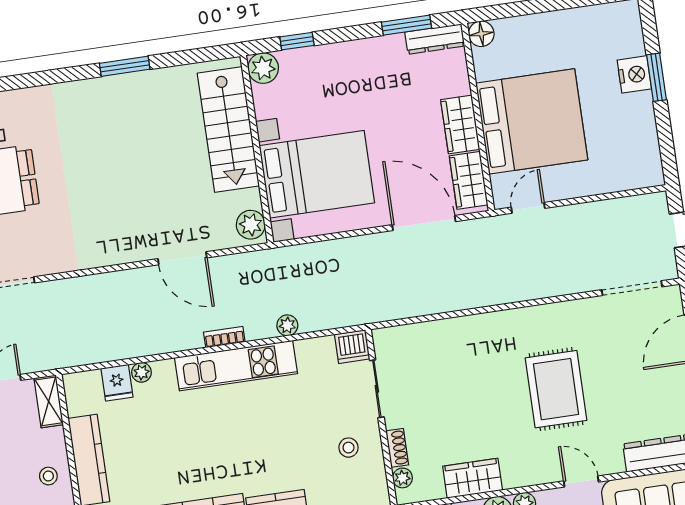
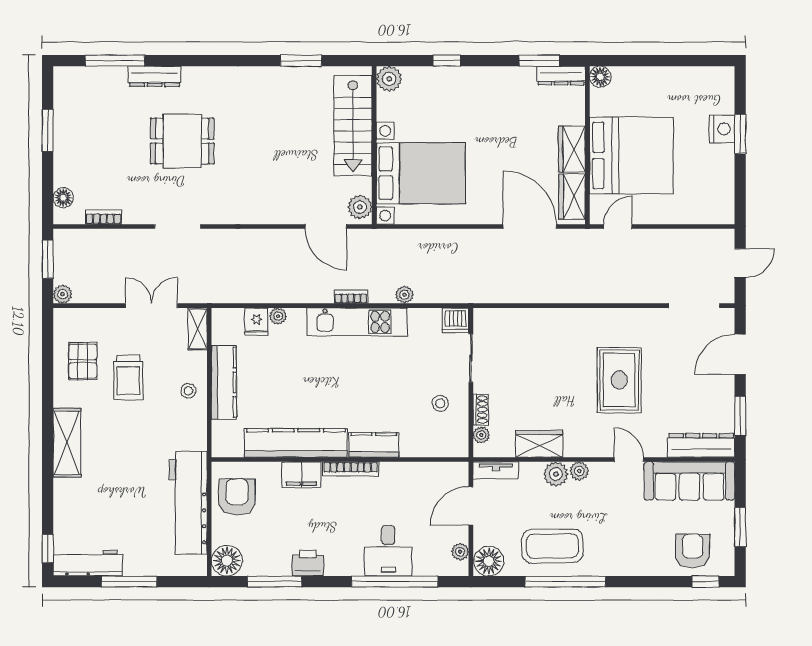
plant: (263, 68) -> (389, 79), moved
stairs: (228, 130) -> (353, 126), moved
wall: (257, 149) -> (374, 145), moved
bed with nightstands: (317, 174) -> (421, 173), moved
plant: (251, 225) -> (360, 207), moved

